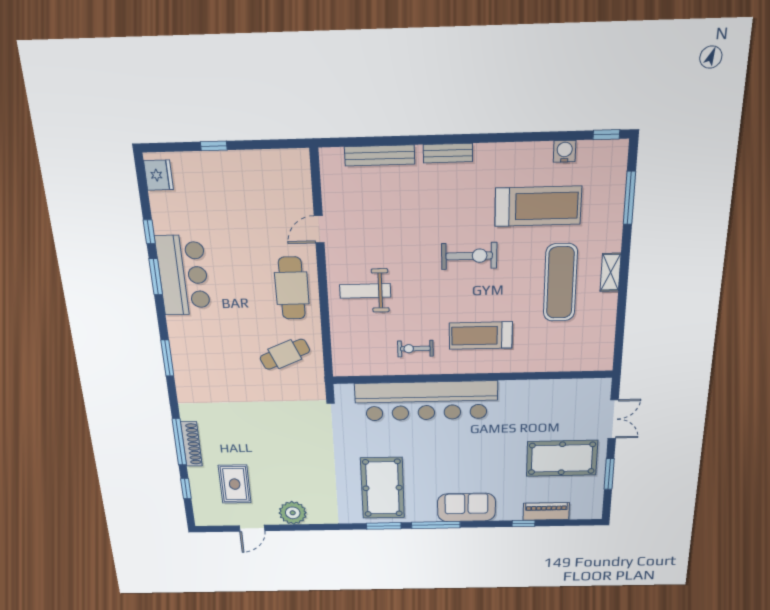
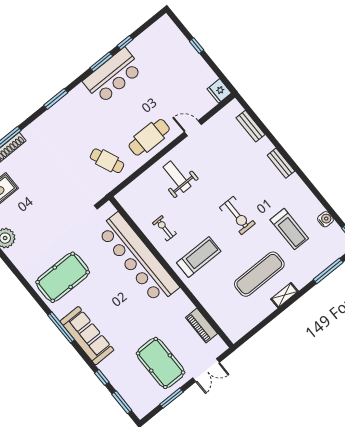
bench: (380, 155) -> (251, 126), width x0.73
fridge: (159, 175) -> (219, 91), moved, turned 90
treadmill: (538, 206) -> (289, 229), width x0.73, depth x0.73
treadmill: (481, 336) -> (199, 257), turned 90
sofa: (466, 507) -> (87, 336), width x1.36
piano: (546, 511) -> (201, 325), moved, turned 180
window: (384, 526) -> (122, 402), moved

